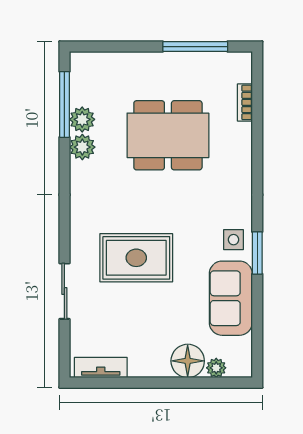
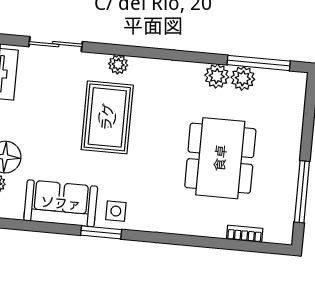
plant: (80, 251) -> (118, 64), added
sliding door: (64, 291) -> (56, 44), moved

